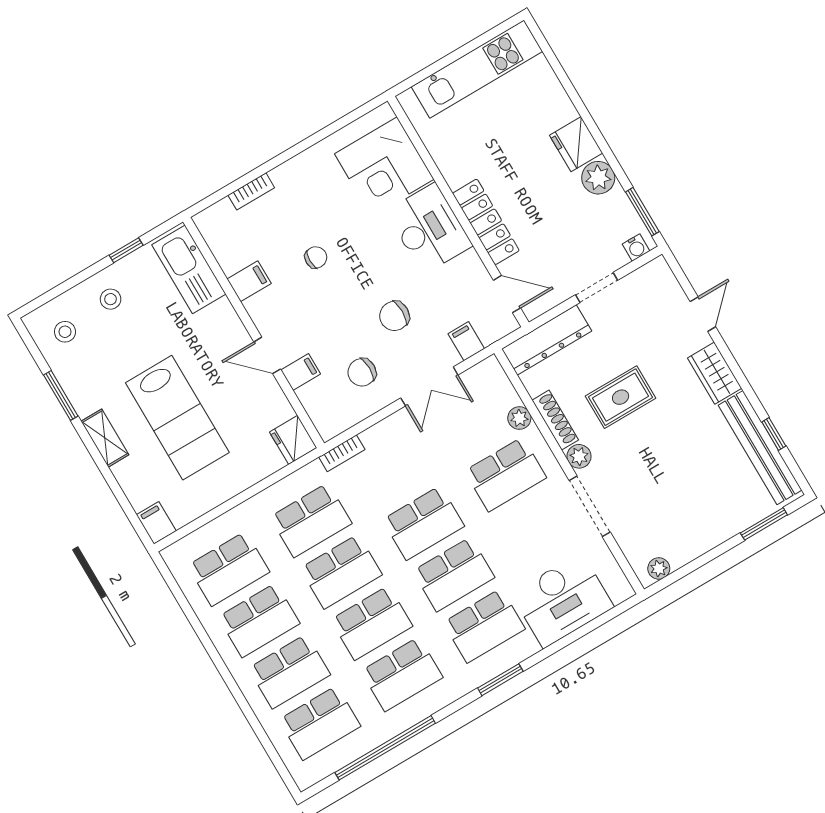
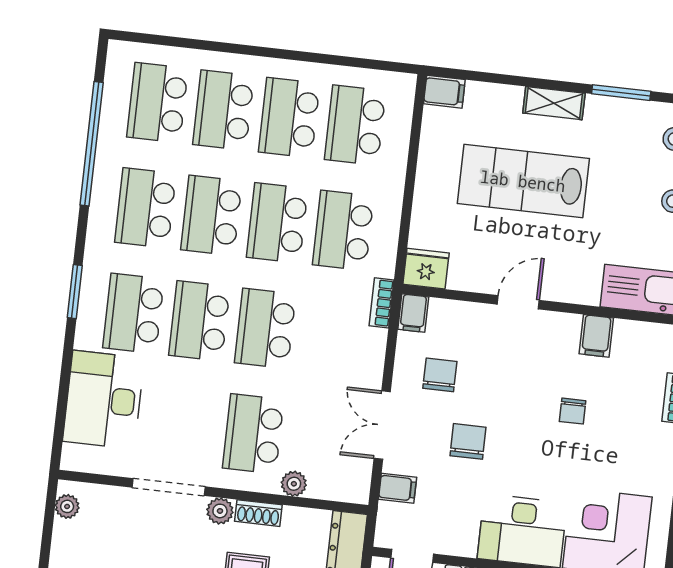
filing cabinet: (301, 372) -> (413, 313), moved
shoe rack: (555, 420) -> (258, 513), width x0.70

